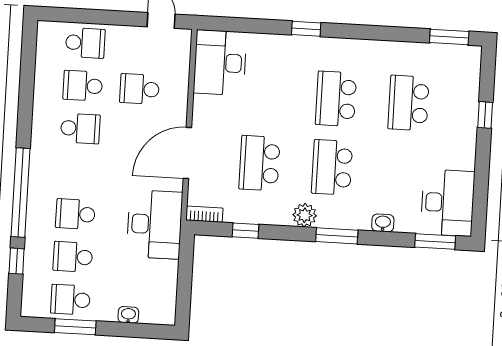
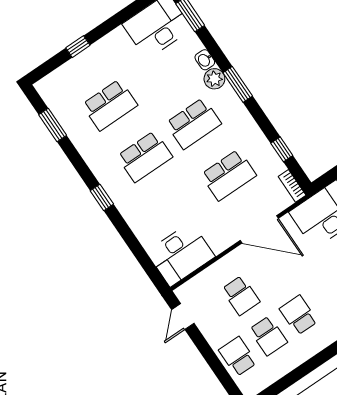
window: (306, 29) -> (102, 197), moved
window: (449, 37) -> (53, 125), moved
plant: (305, 215) -> (214, 79), moved

